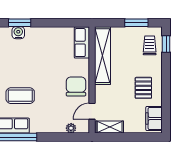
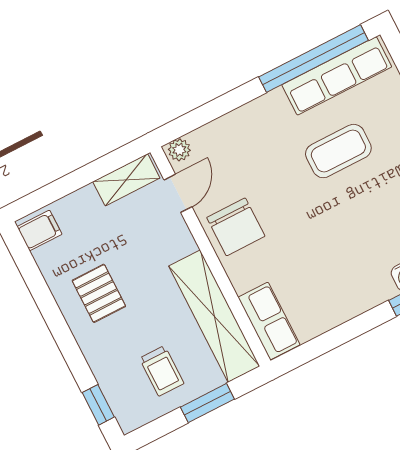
window: (136, 23) -> (207, 403), moved
trolley: (150, 45) -> (162, 371), moved
filing cabinet: (154, 119) -> (40, 230), width x0.50
plant: (71, 128) -> (179, 150), moved

